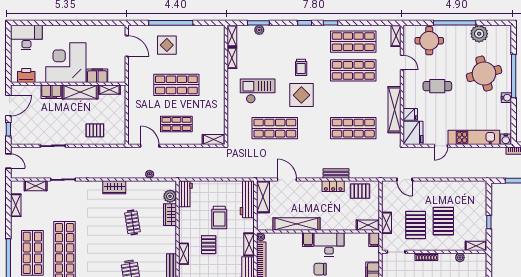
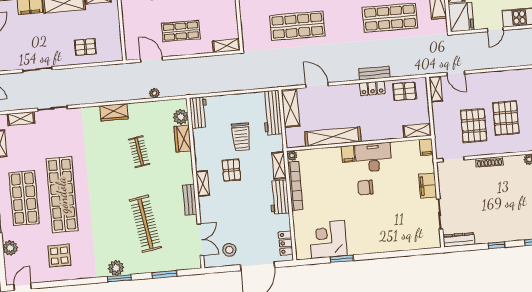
shelving: (386, 223) -> (436, 89), moved

